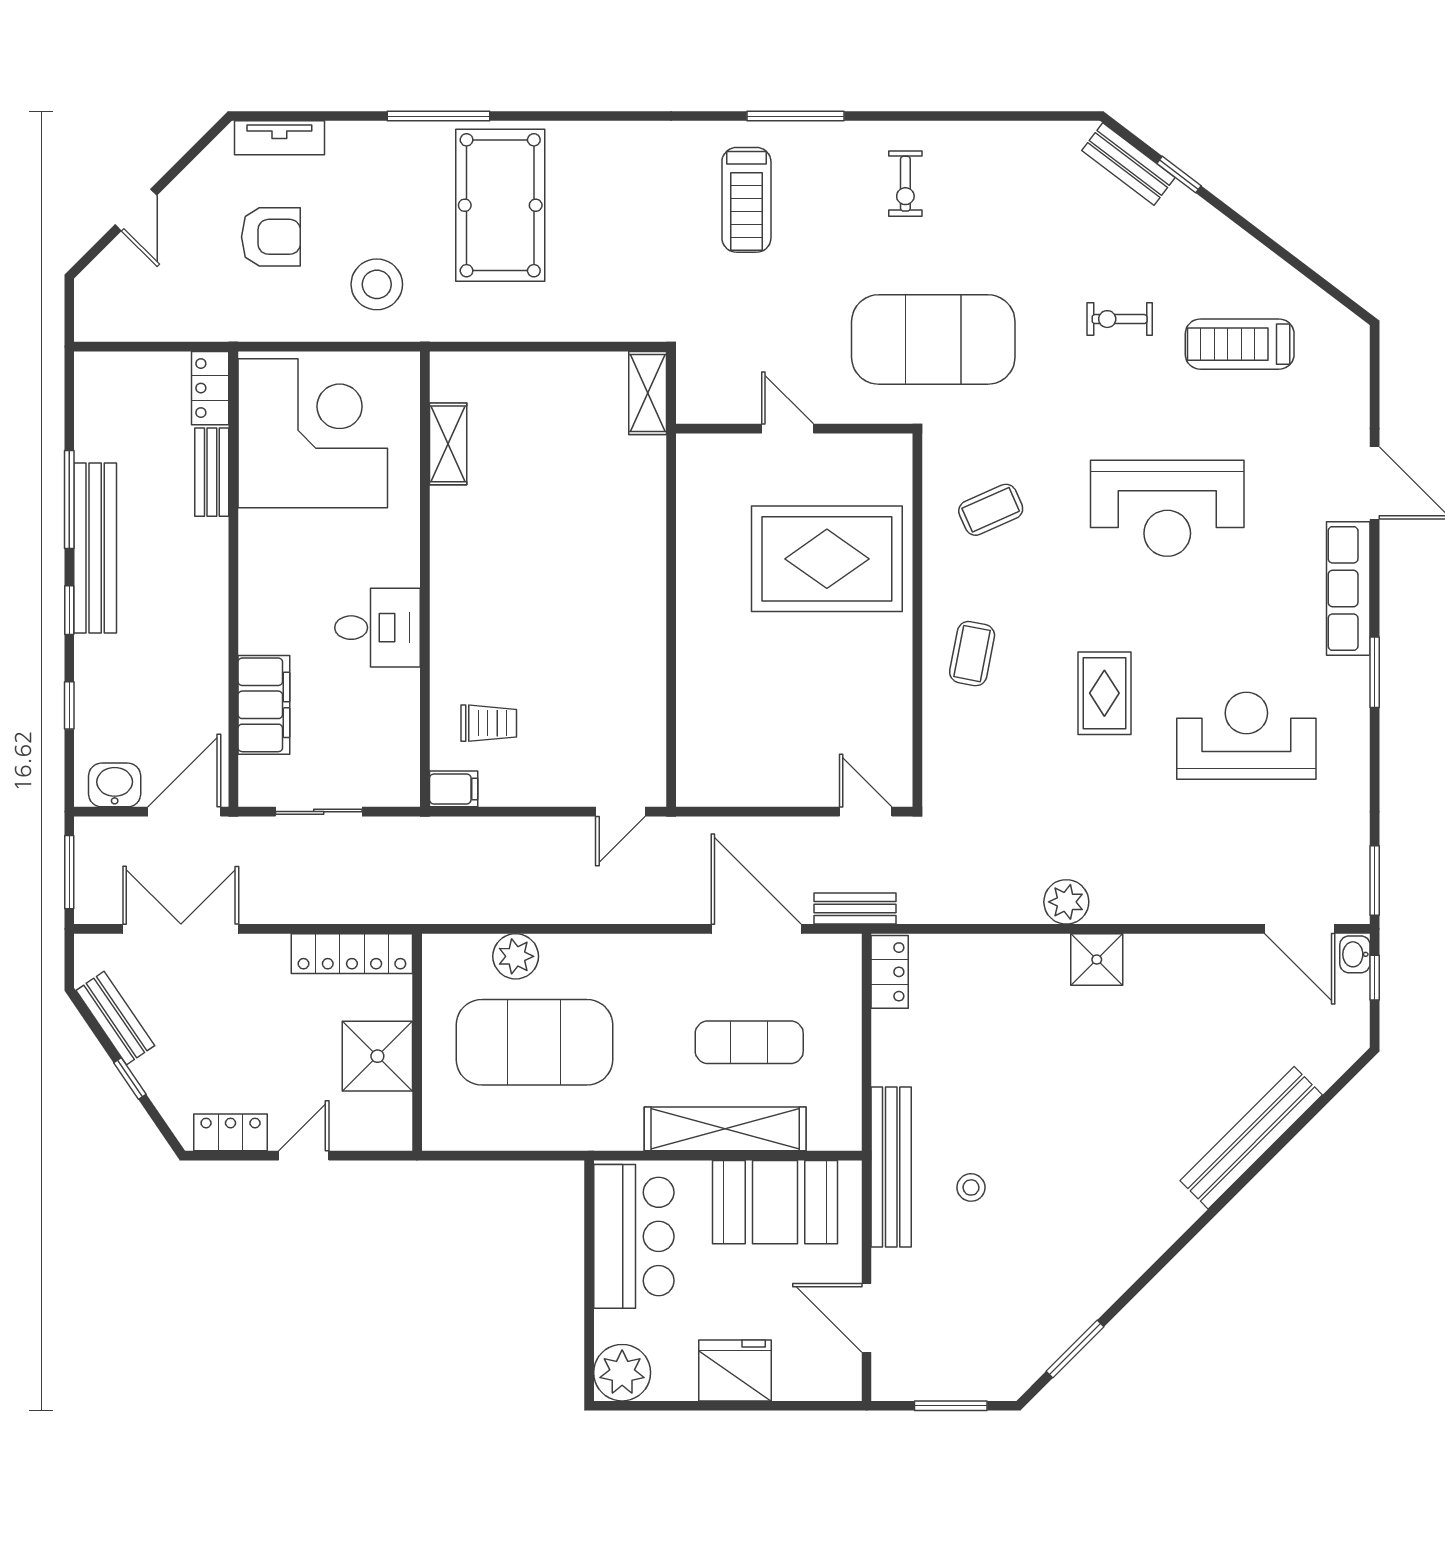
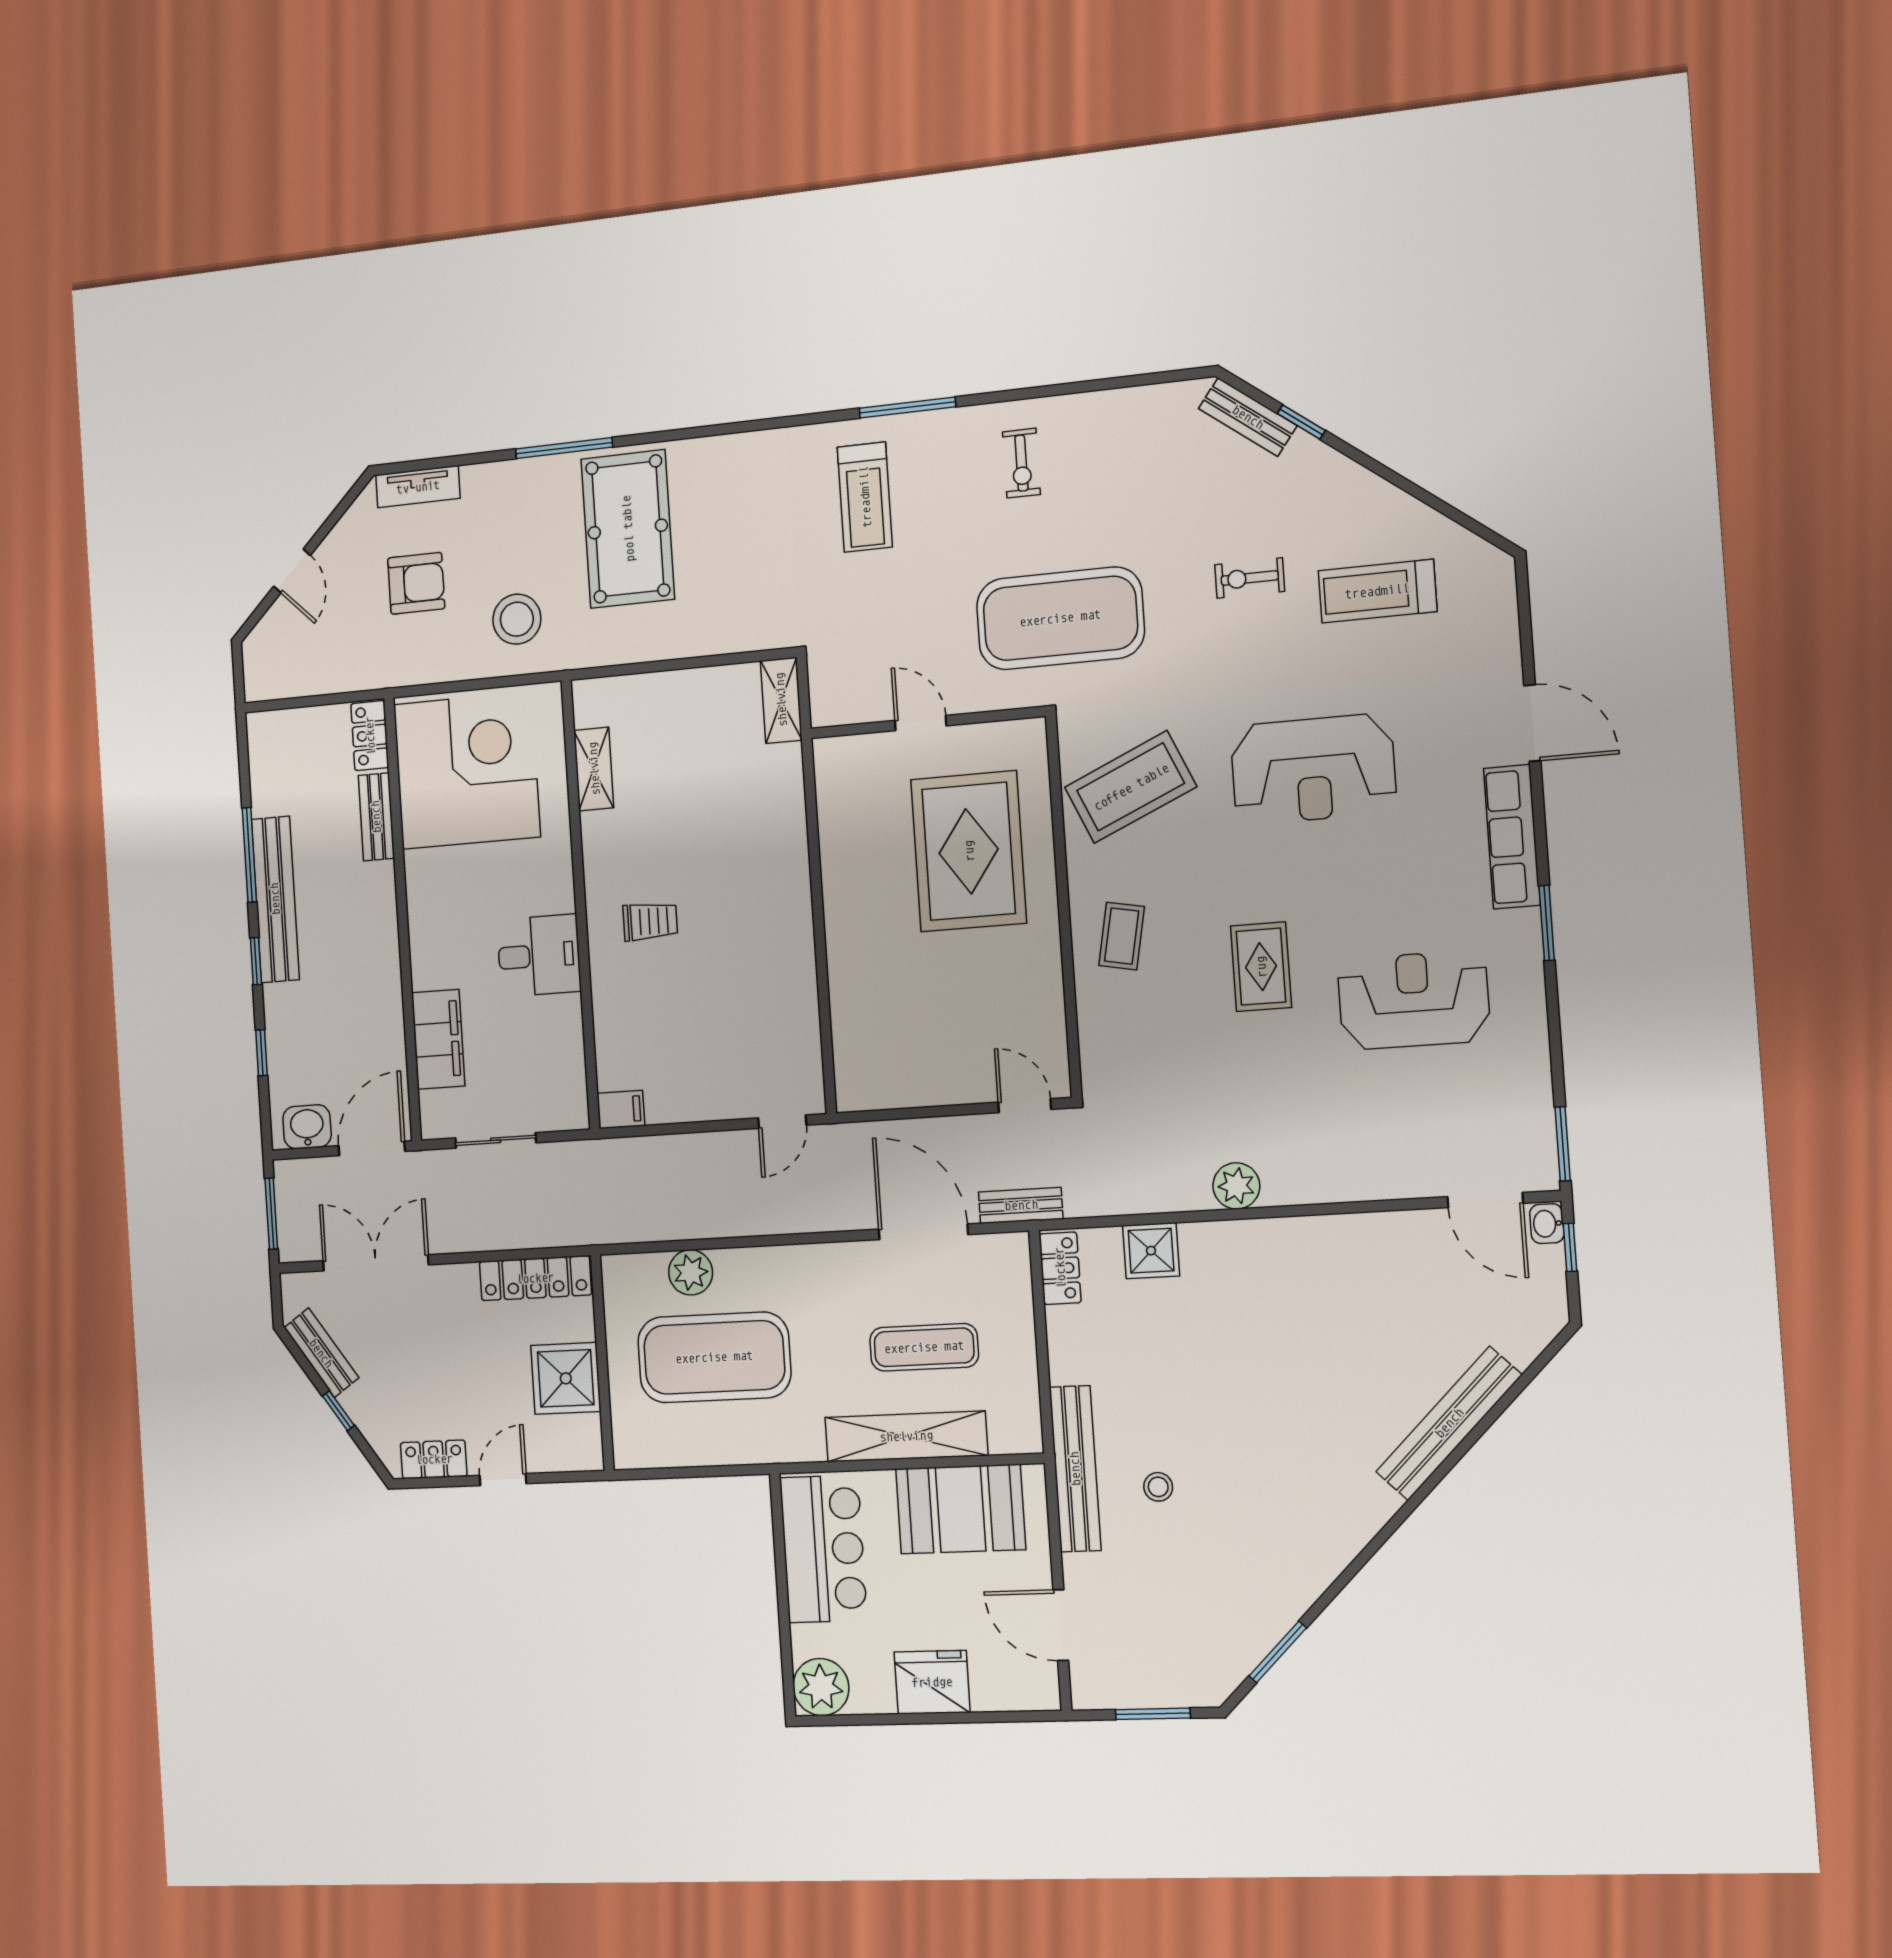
coffee table: (991, 510) -> (1131, 787), width x1.86, depth x1.72
rug: (827, 559) -> (969, 851), turned 90
trolley: (489, 723) -> (650, 921), moved
shower: (1097, 960) -> (1151, 1251), moved

